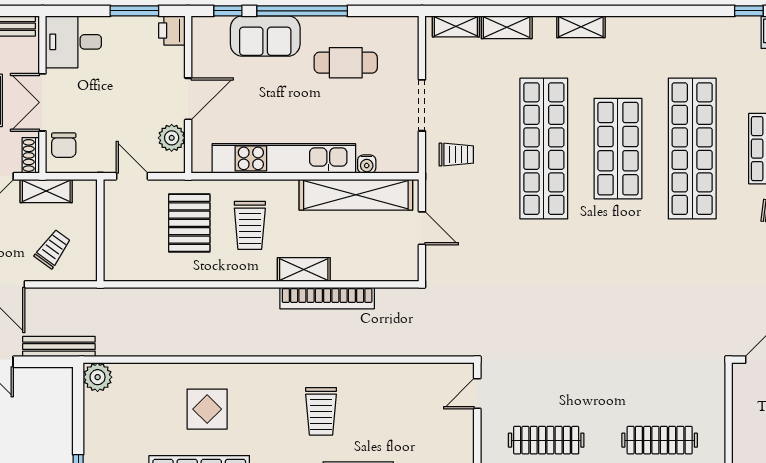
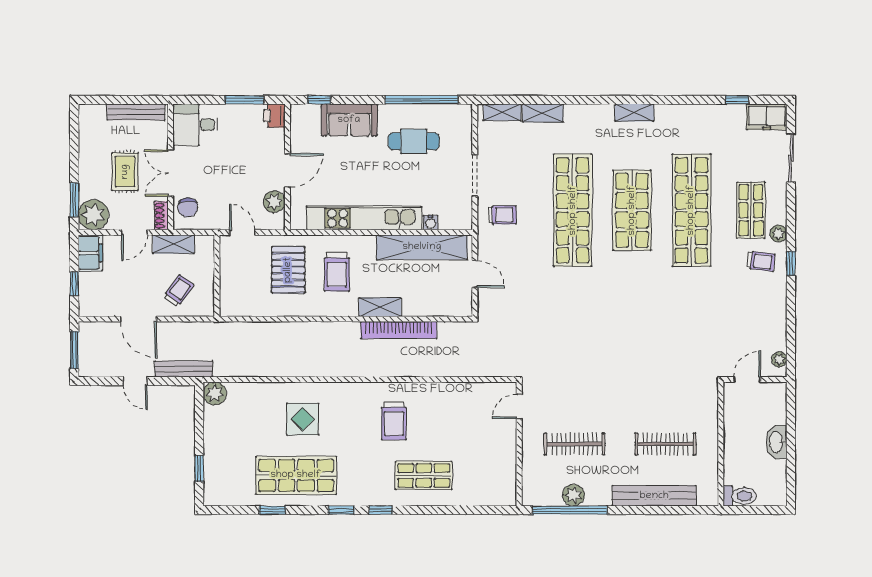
window: (302, 11) -> (421, 100), moved
shelving: (581, 27) -> (634, 113), moved

